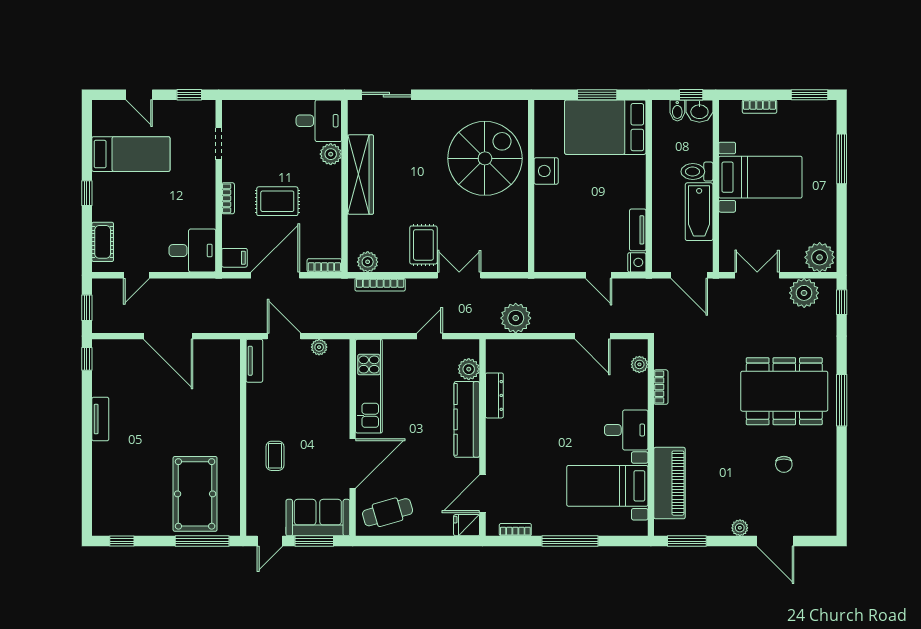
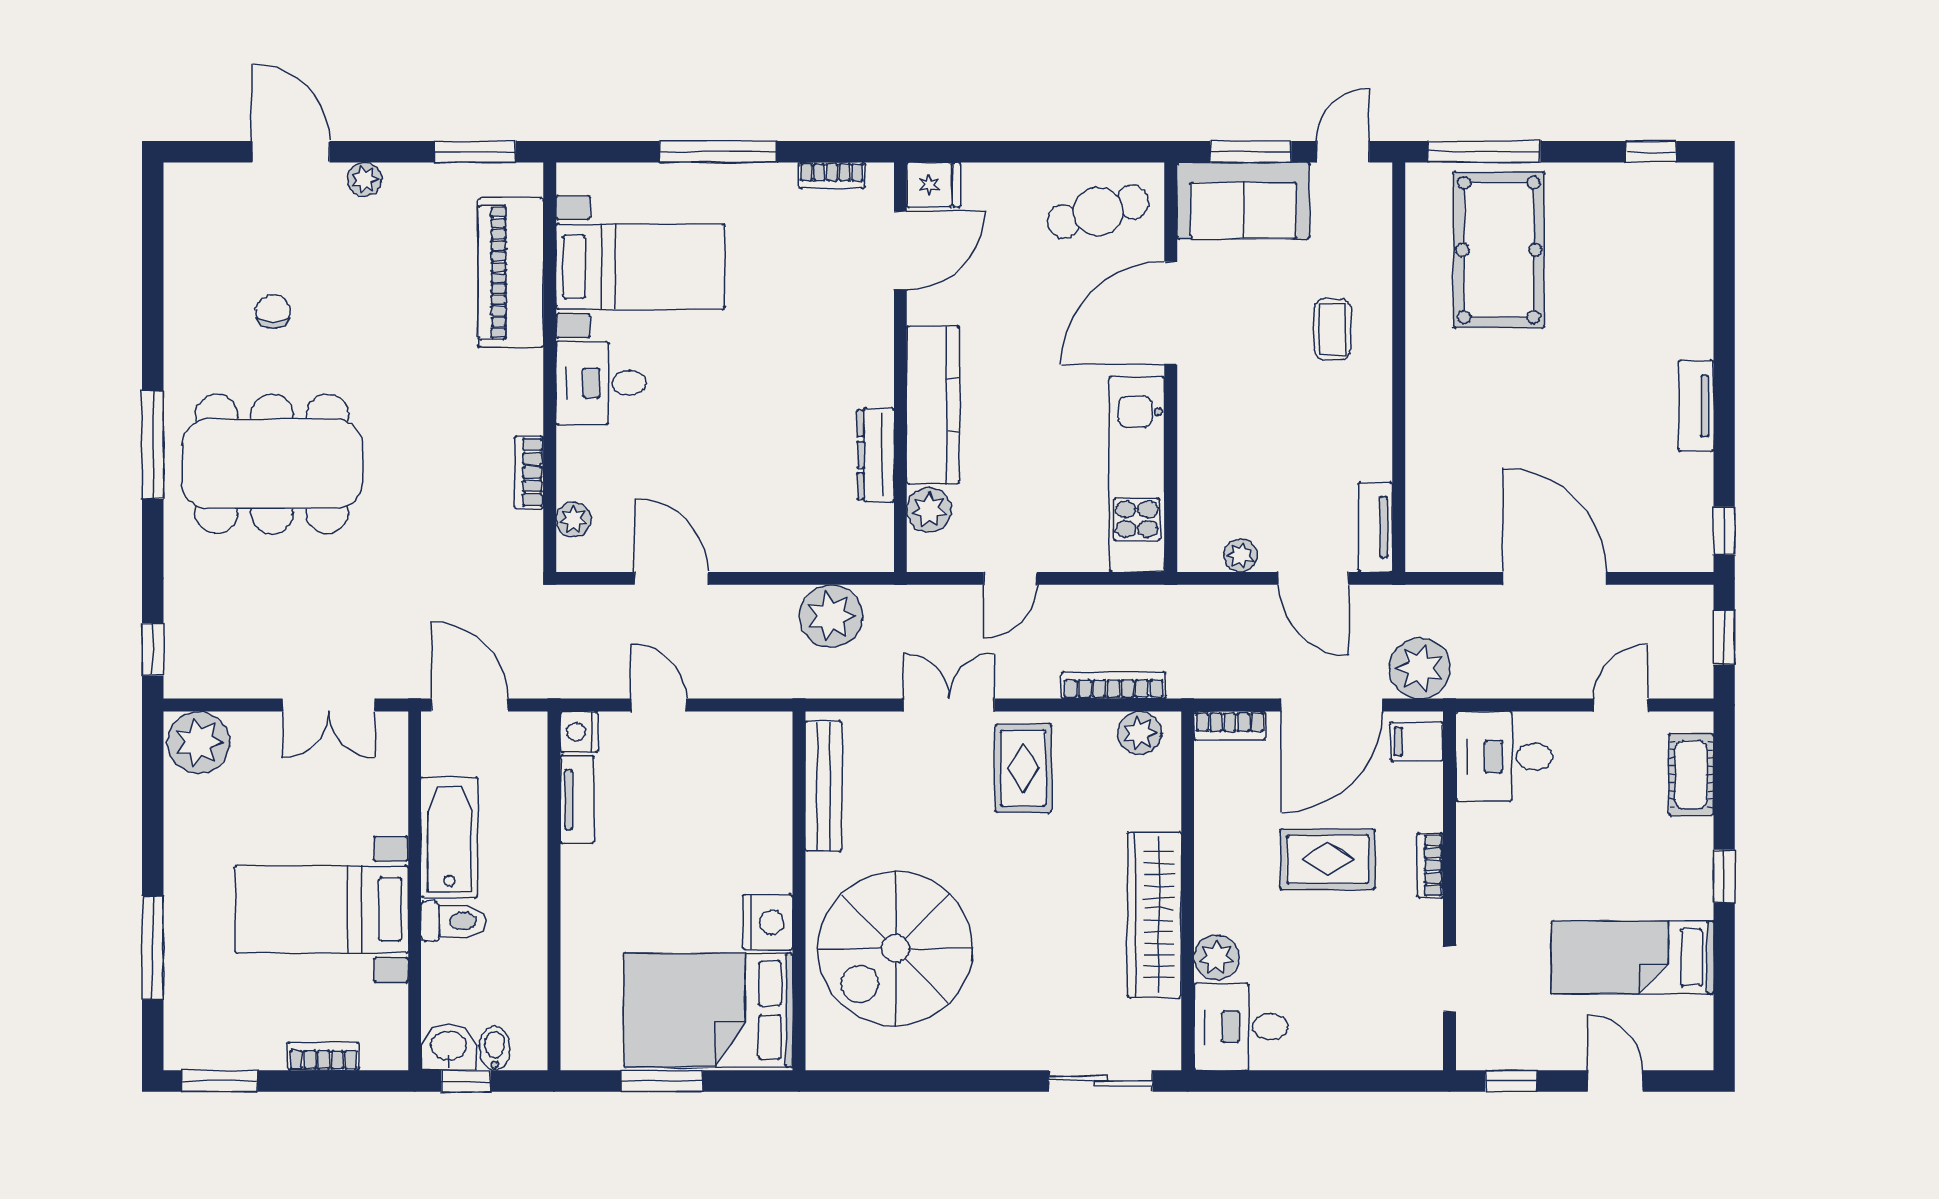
bed: (605, 127) -> (708, 1010), moved, turned 180
bench: (519, 236) -> (824, 786), added
double door: (459, 275) -> (949, 705), swing flipped
plant: (804, 293) -> (1420, 668), moved

